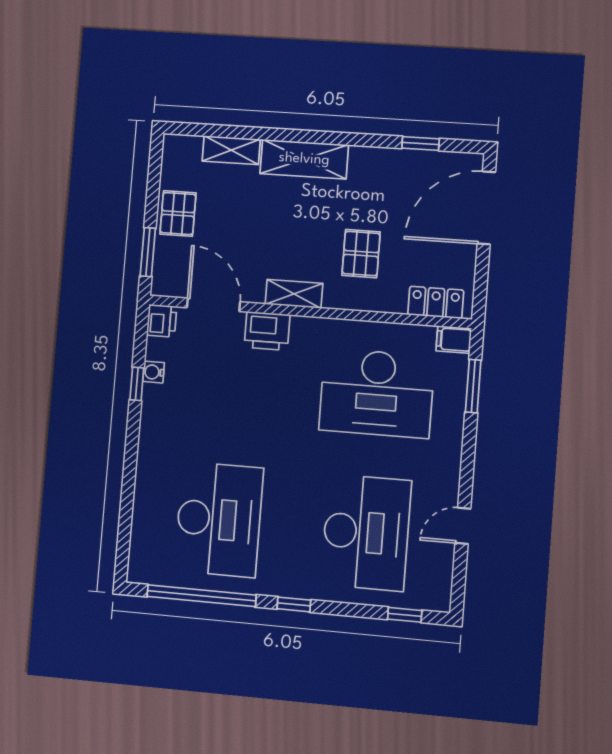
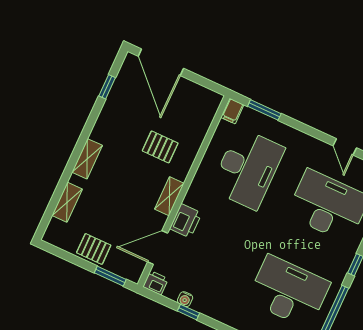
shelving: (304, 159) -> (87, 159), width x0.67, depth x0.75
locker: (436, 302) -> (206, 113), removed

